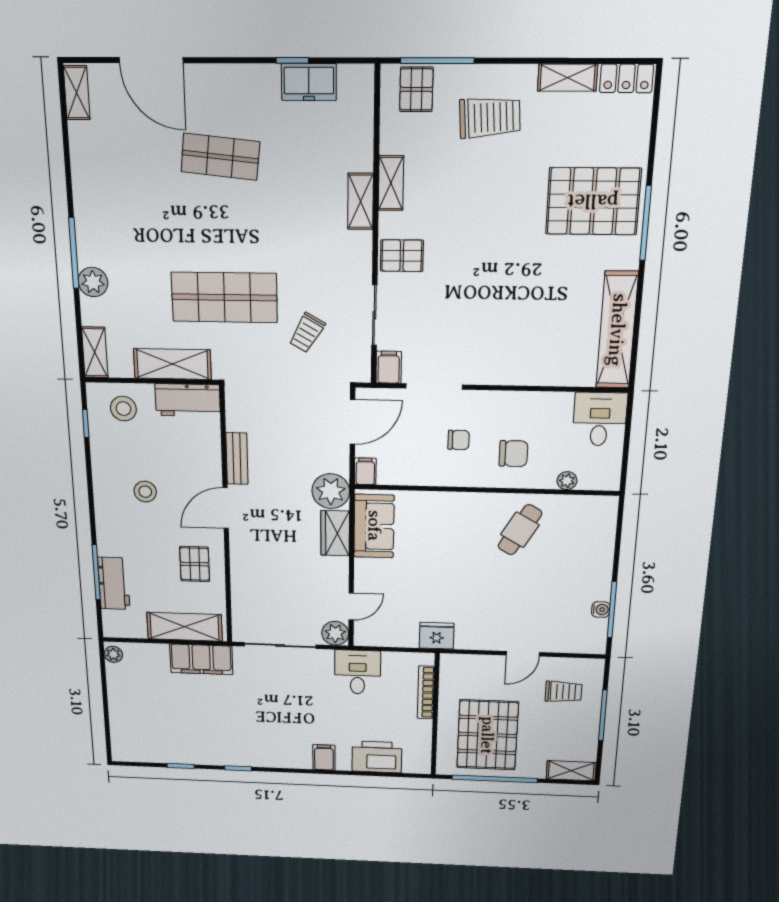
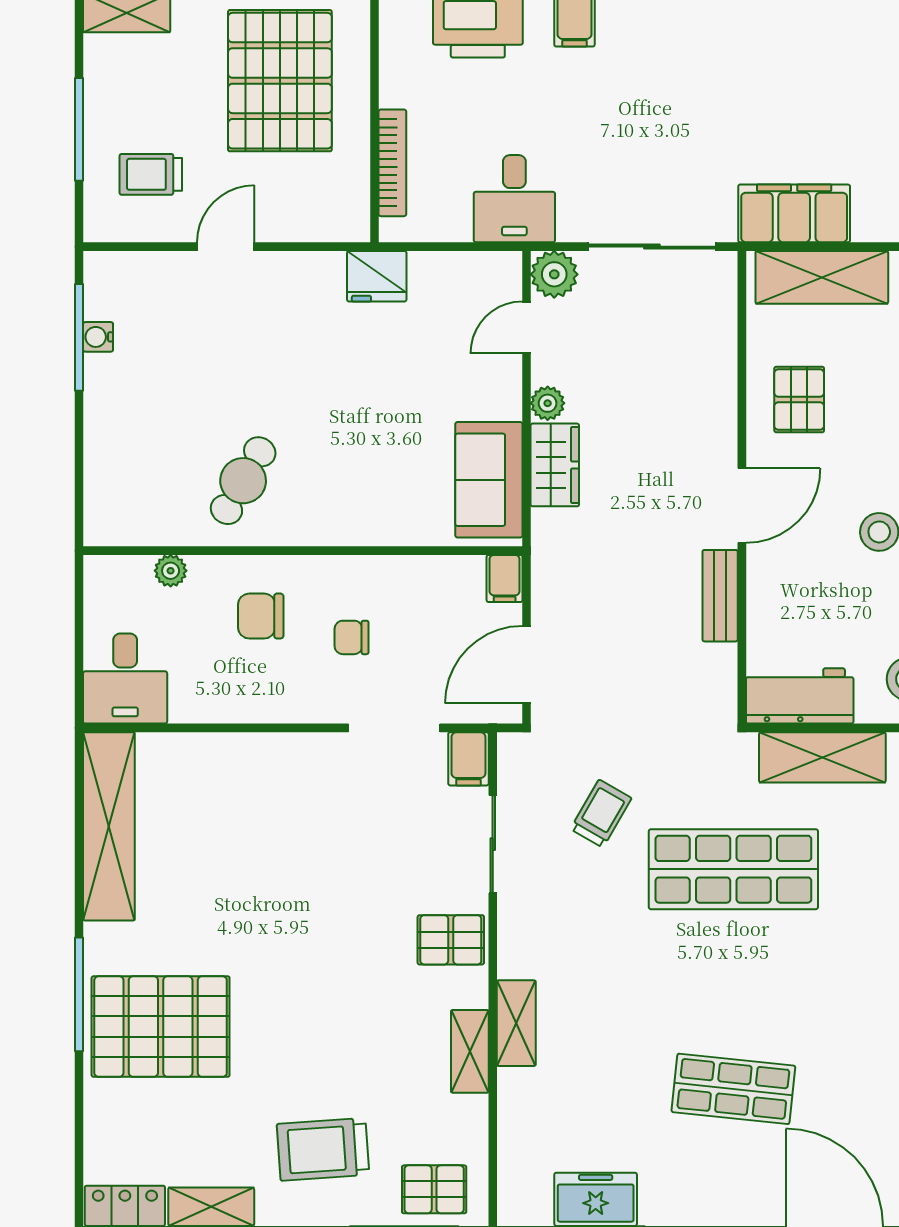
pallet: (416, 89) -> (434, 1189), turned 90
plant: (331, 491) -> (548, 403), moved, width x0.53, depth x0.53

